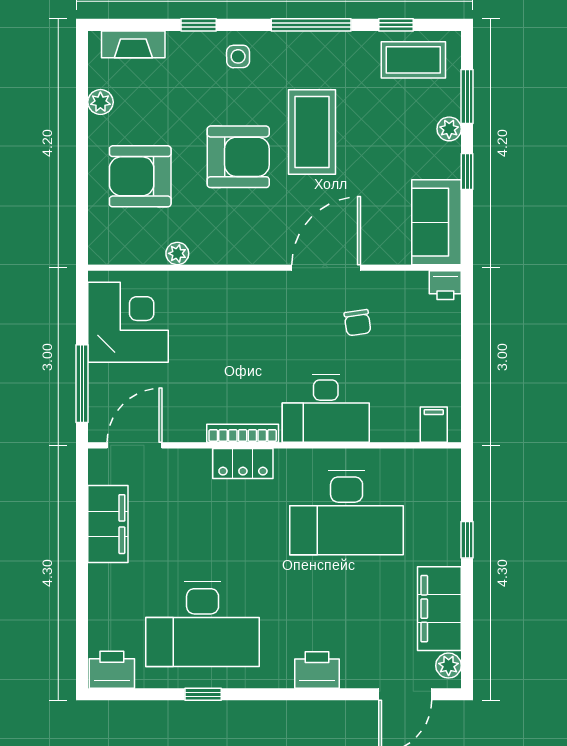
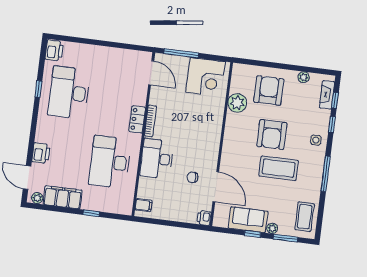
window: (396, 25) -> (335, 100), moved
sofa: (437, 222) -> (248, 220), moved
plant: (177, 253) -> (237, 103), width x1.88, depth x1.88
door: (326, 268) -> (216, 187), moved
filing cabinet: (108, 524) -> (118, 57), removed
printer: (317, 670) -> (41, 153), moved

